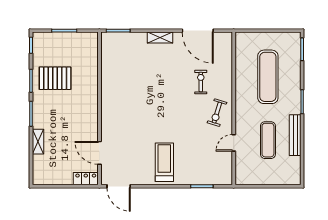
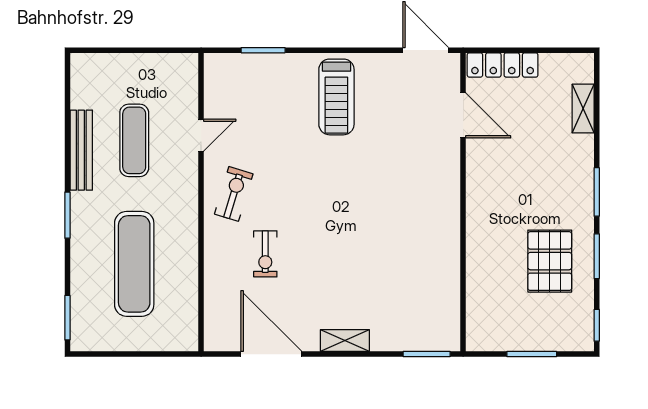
pallet: (55, 78) -> (550, 261), turned 90
shelving: (38, 142) -> (583, 109), moved
locker: (86, 179) -> (503, 65), width x1.53

